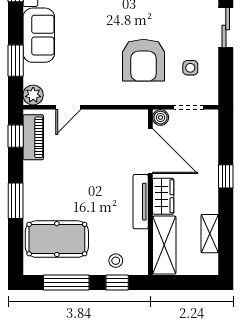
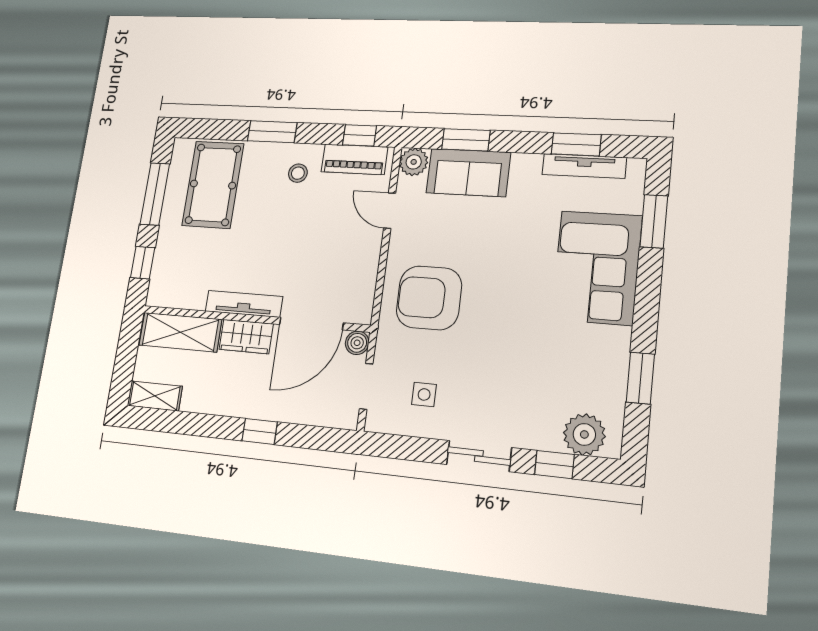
sofa: (39, 35) -> (468, 173), moved
armchair: (144, 60) -> (429, 298), moved
shelving: (210, 234) -> (155, 396), moved
stool: (116, 261) -> (298, 173), moved

